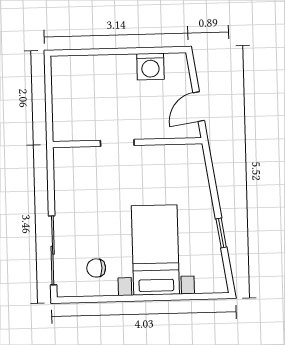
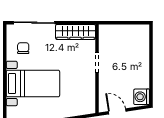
washing machine: (150, 67) -> (142, 97), moved
wardrobe: (66, 180) -> (75, 32), added

